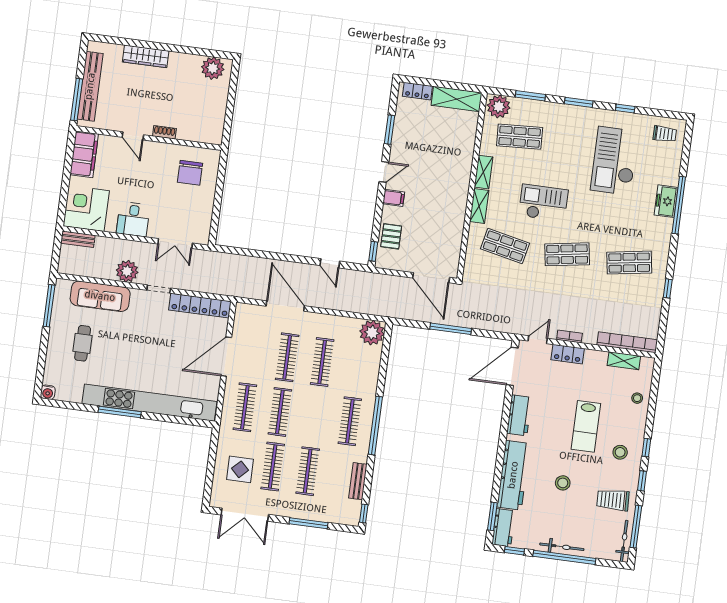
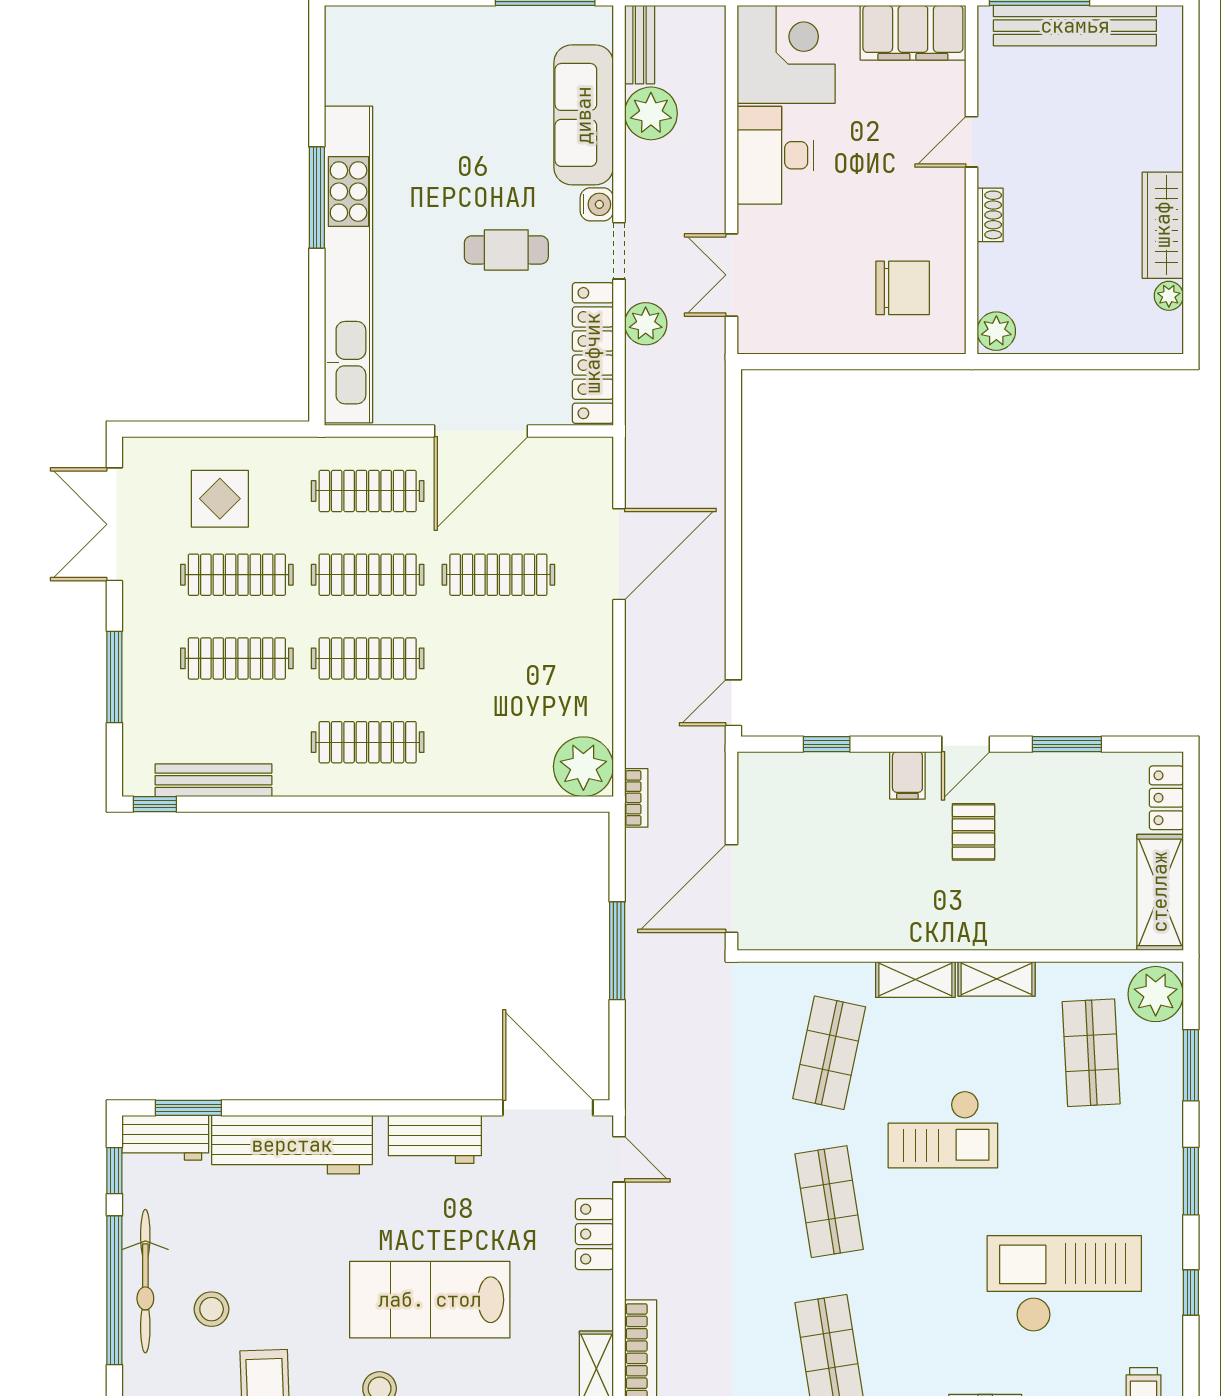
wardrobe: (146, 56) -> (1163, 225), moved
plant: (213, 68) -> (1169, 296), width x0.53, depth x0.53
plant: (213, 136) -> (996, 331), added
door: (384, 172) -> (966, 744), hinge flipped
chair: (190, 173) -> (903, 288), turned 180
checkout: (543, 203) -> (943, 1129), turned 90
desk: (133, 219) -> (775, 155), width x1.37
pallet: (391, 236) -> (974, 832), moved, turned 90
bench: (78, 239) -> (640, 45), moved
window: (373, 251) -> (827, 744), moved
door: (330, 263) -> (733, 703), moved
plant: (127, 271) -> (651, 113), moved
plant: (191, 282) -> (646, 324), added
bookcase: (569, 337) -> (636, 798), moved
cafe table: (83, 343) -> (506, 250), moved
door: (226, 357) -> (481, 431), swing flipped
clothes rail: (322, 362) -> (368, 658), moved
water cooler: (48, 392) -> (597, 204), moved, turned 180
window: (375, 426) -> (365, 804), removed
lab bench: (586, 426) -> (430, 1300), width x1.36, depth x1.39
bench: (358, 481) -> (213, 780), width x1.36
stool: (563, 483) -> (212, 1309), moved
bicycle: (562, 547) -> (145, 1281), width x1.37, depth x1.40

